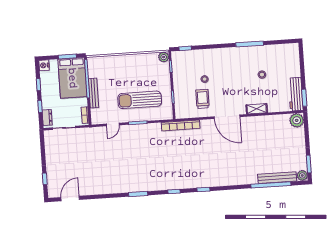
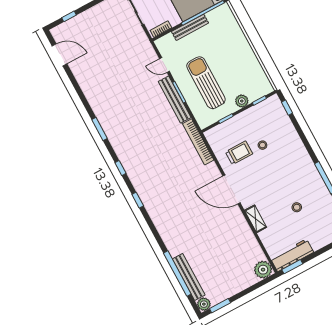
plant: (164, 57) -> (242, 101), moved
door: (227, 117) -> (232, 189), hinge flipped
bench: (142, 129) -> (175, 100), added

